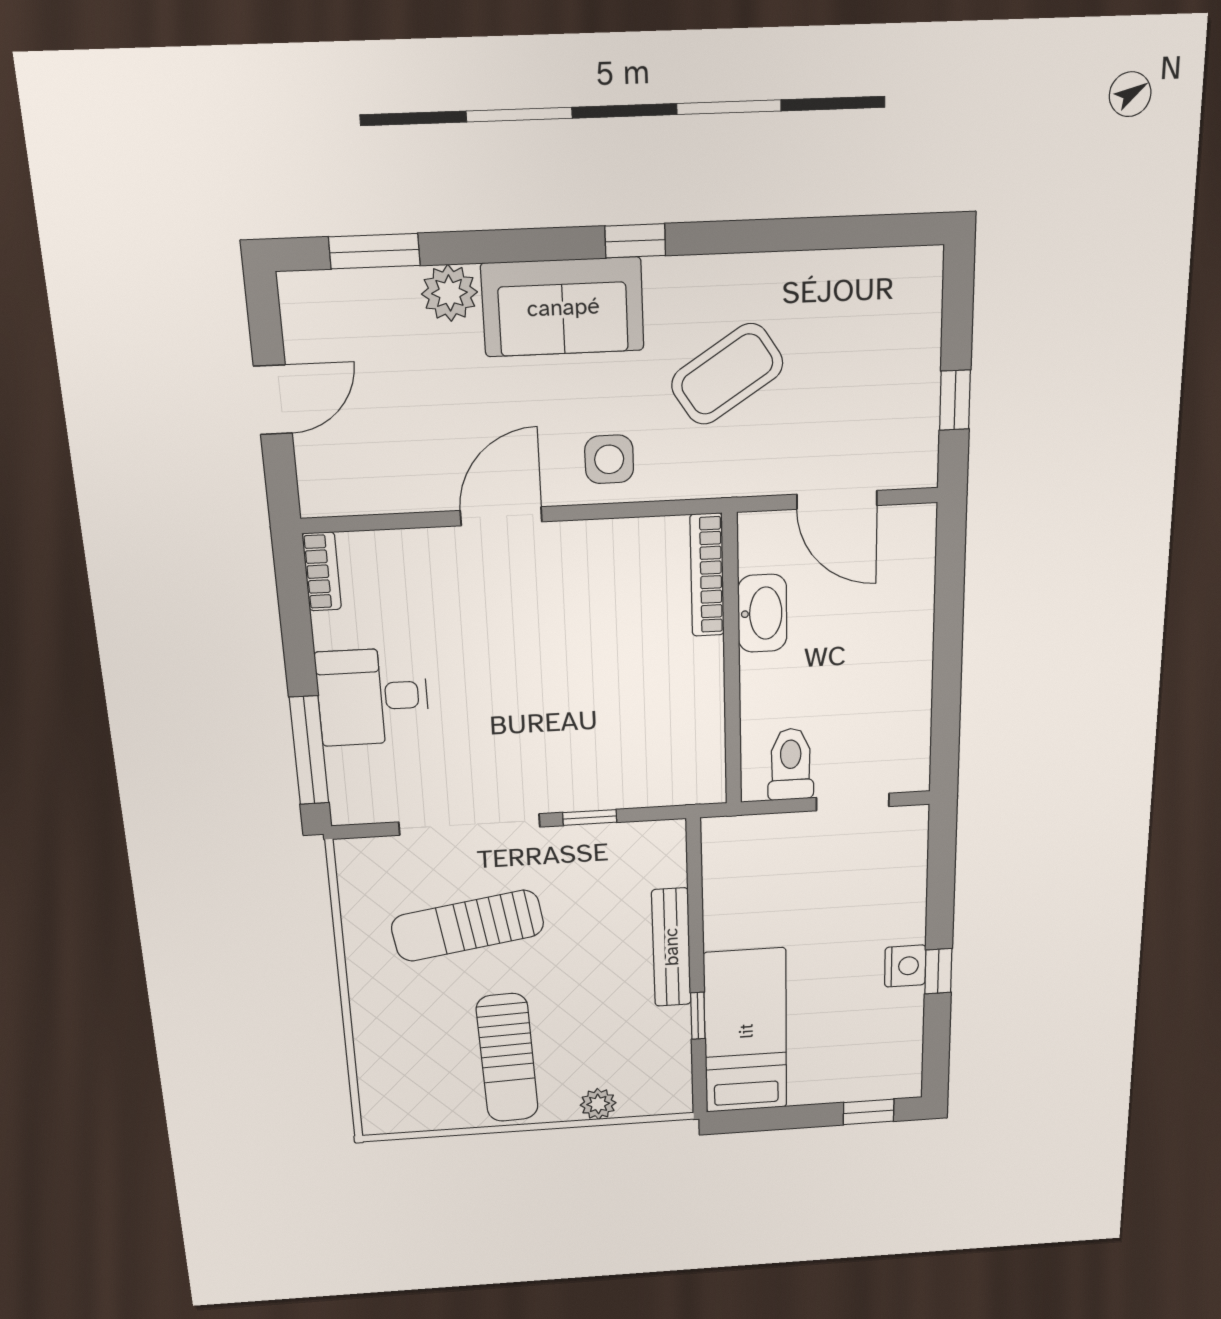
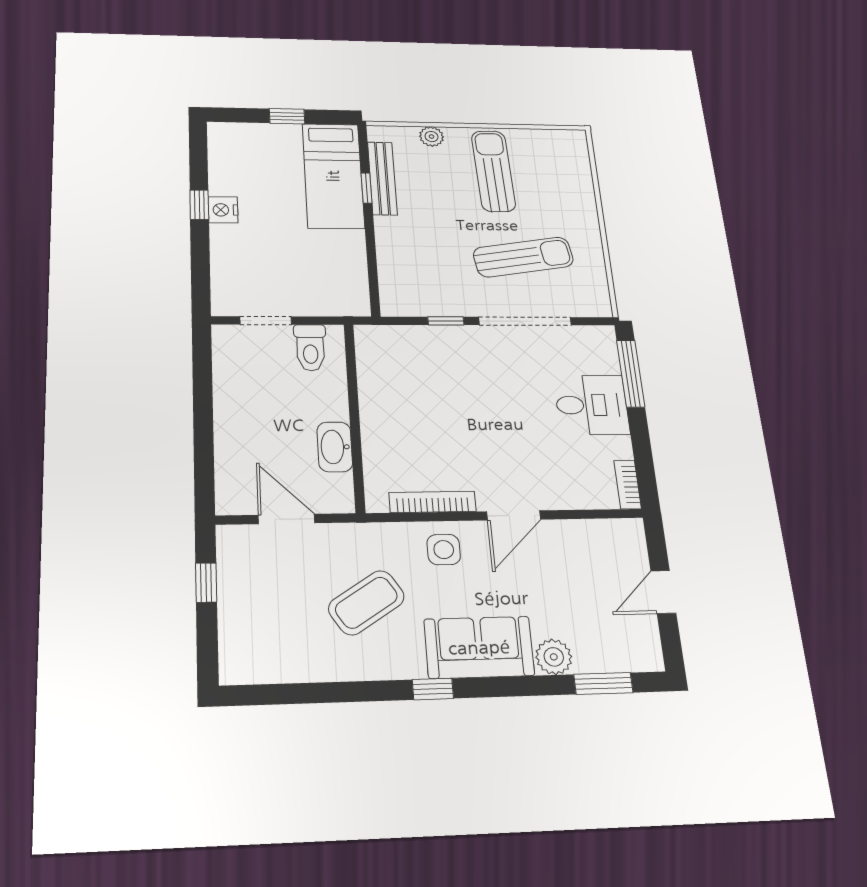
bookcase: (707, 575) -> (433, 502), moved, turned -90
bench: (671, 947) -> (382, 178), moved
window: (869, 1112) -> (287, 116), moved

